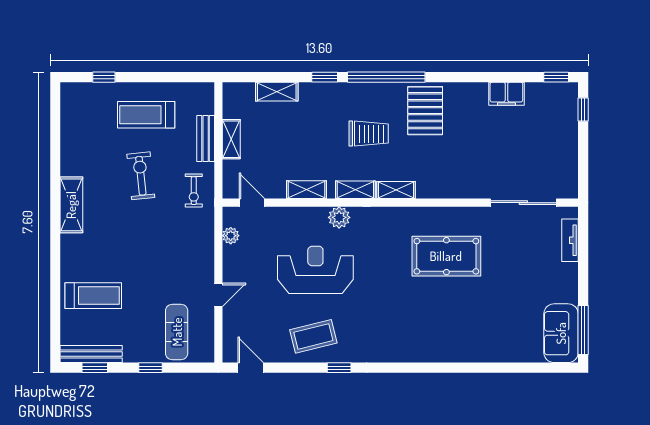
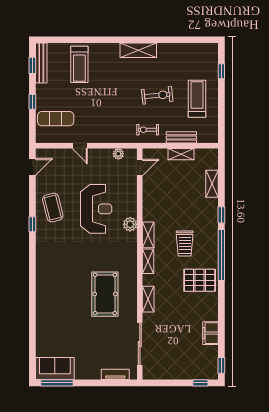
shelving: (307, 190) -> (148, 299), moved

